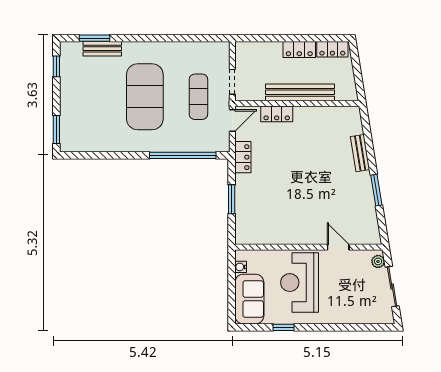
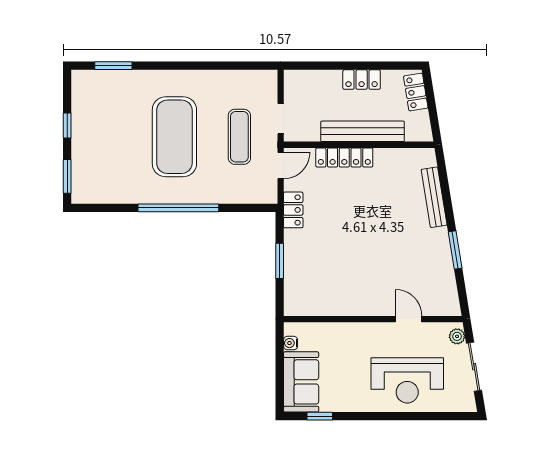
bench: (102, 49) -> (123, 78), removed
locker: (332, 49) -> (416, 92), moved, turned 81
window: (56, 66) -> (67, 126), moved
locker: (277, 114) -> (344, 157), width x1.53
bench: (360, 153) -> (434, 197), width x1.36
window: (183, 155) -> (178, 208), moved
reception desk: (300, 283) -> (407, 380), moved, turned -90
window: (283, 327) -> (320, 416), moved

